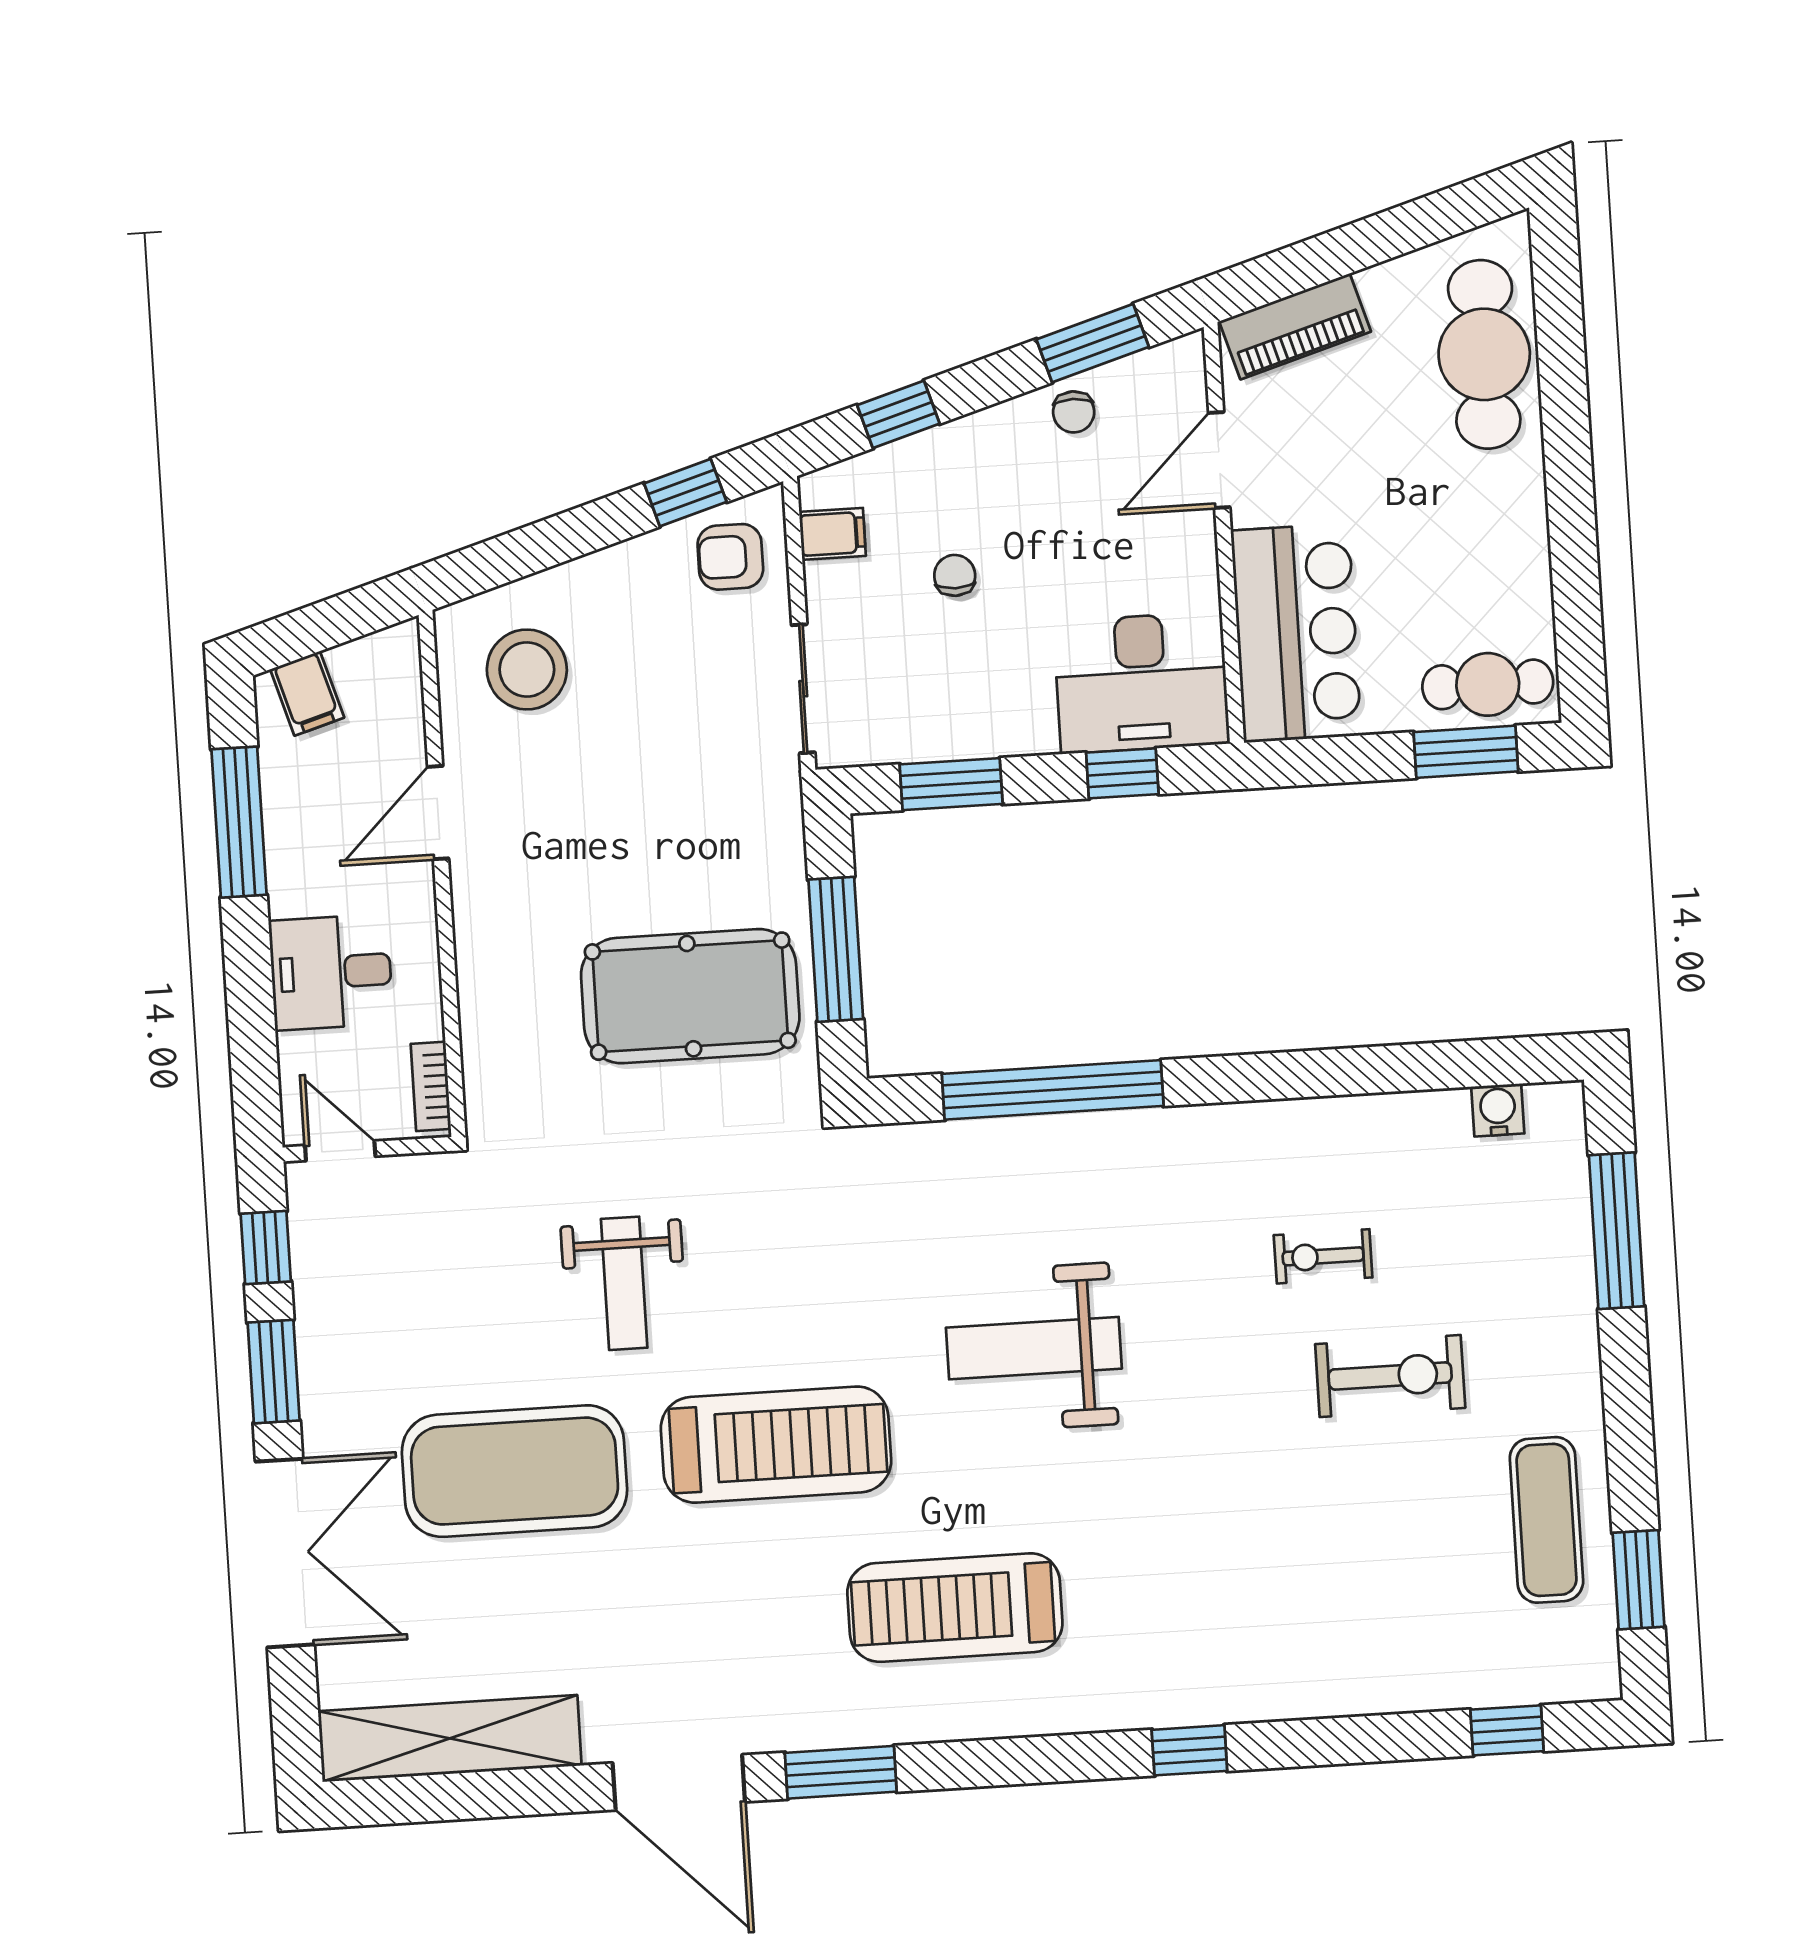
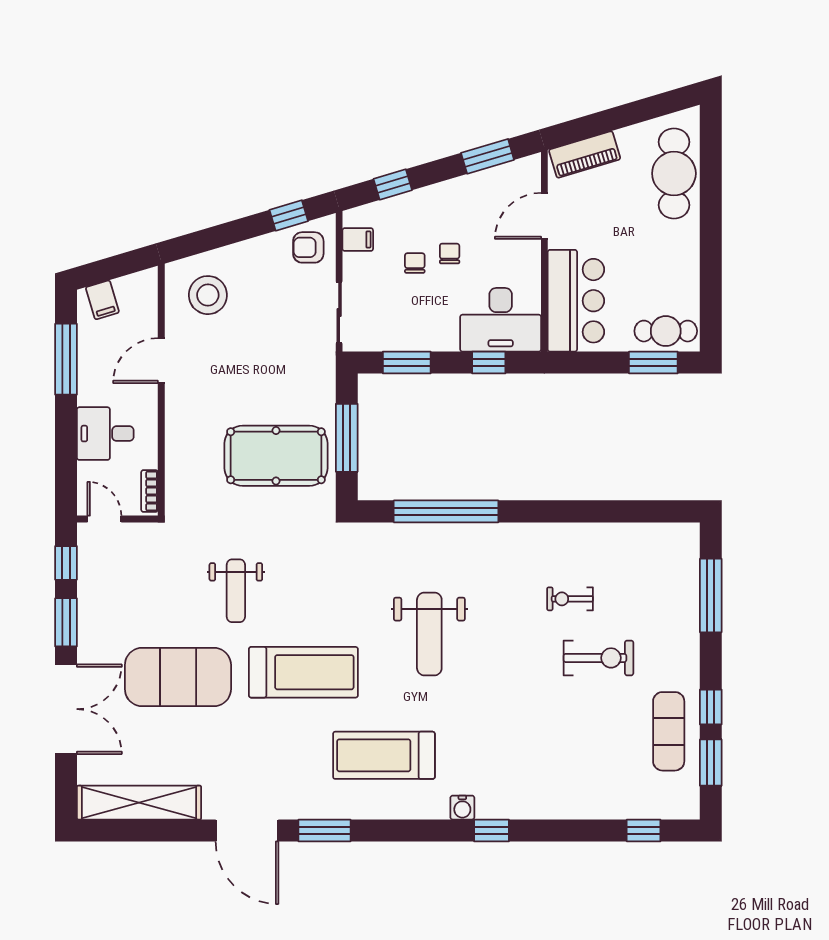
chair: (1074, 412) -> (450, 254), moved, turned 180
water cooler: (1498, 1110) -> (462, 808), moved, turned 180
weight bench: (1034, 1348) -> (429, 634), turned -90
window: (1631, 1464) -> (711, 707), added

